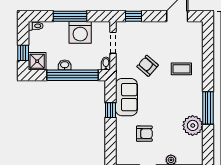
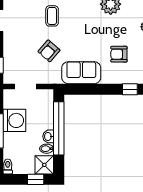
bidet: (106, 63) -> (47, 149), moved
window: (110, 110) -> (130, 89), moved
armchair: (144, 134) -> (119, 54), turned -90

